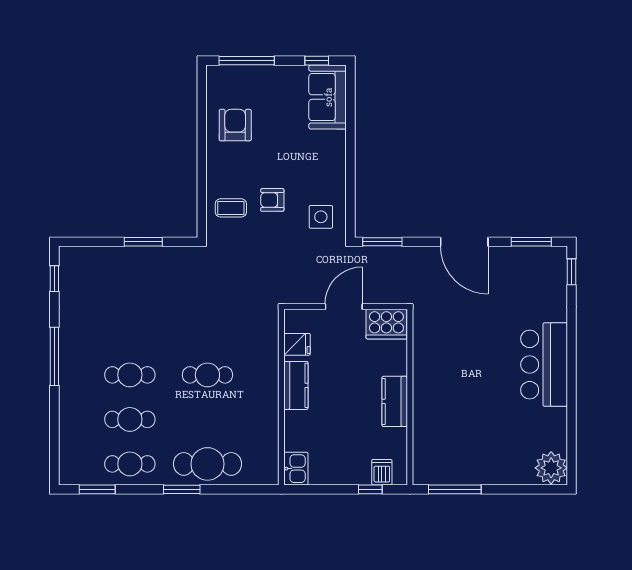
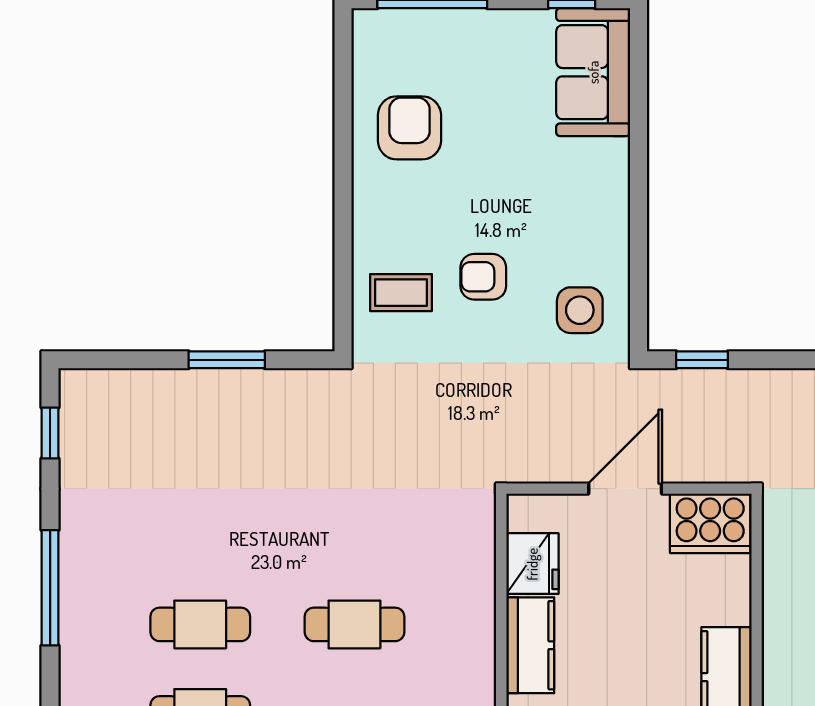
window: (382, 242) -> (702, 360), width x0.67
fridge: (297, 344) -> (532, 564), width x1.38

